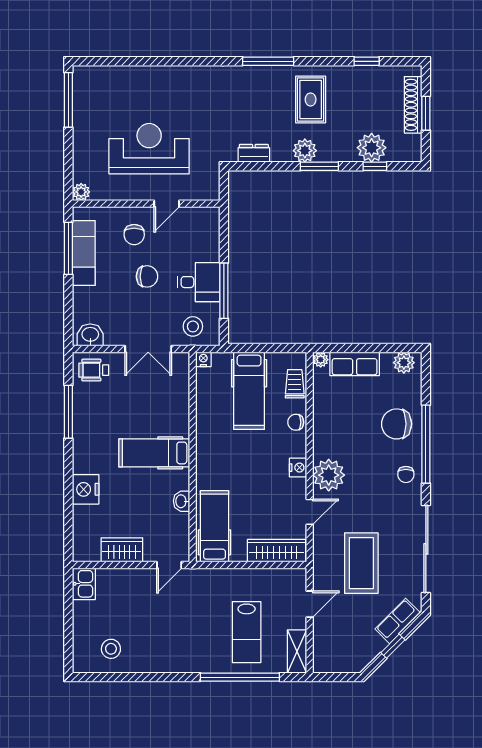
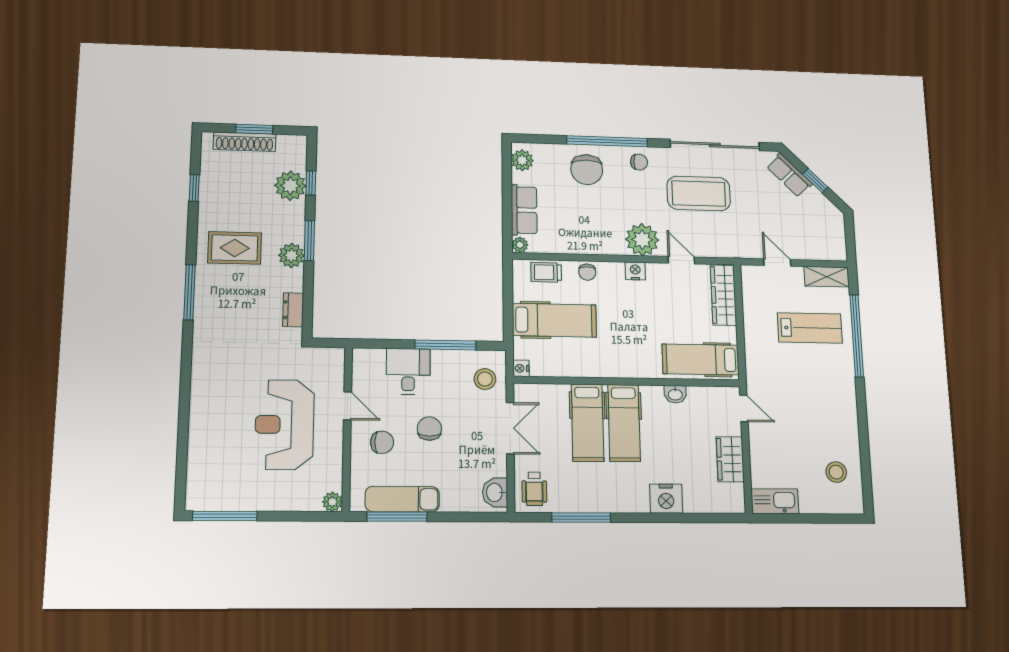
desk: (199, 282) -> (408, 371), moved
hospital bed: (154, 419) -> (587, 423), added
coffee table: (361, 563) -> (699, 193), moved
kitchen sink: (84, 584) -> (775, 501), width x1.38

